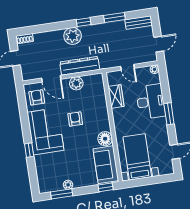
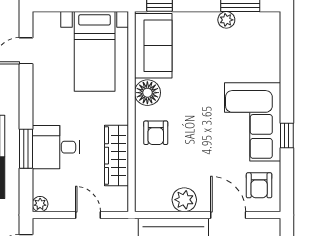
wardrobe: (116, 96) -> (116, 156), width x1.50
desk: (151, 102) -> (56, 147), width x0.73
window: (169, 114) -> (26, 149), moved
armchair: (75, 119) -> (156, 133), moved
window: (29, 150) -> (287, 135), moved

